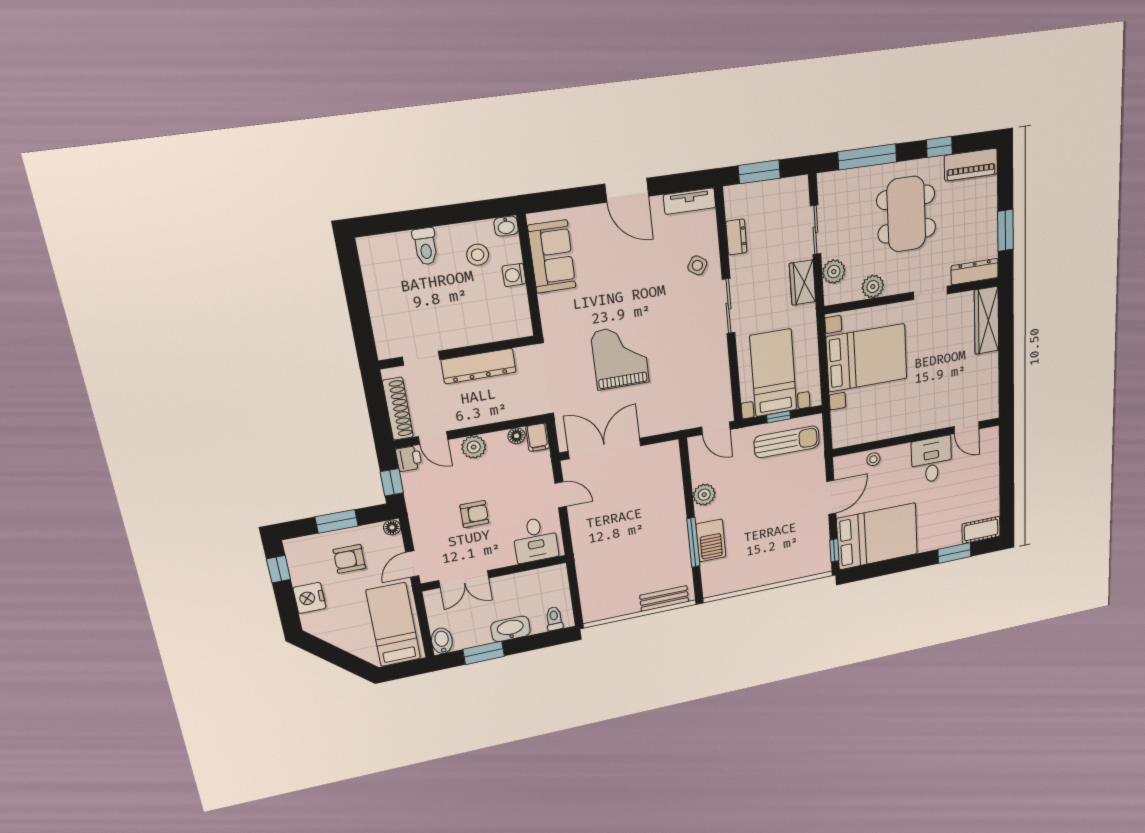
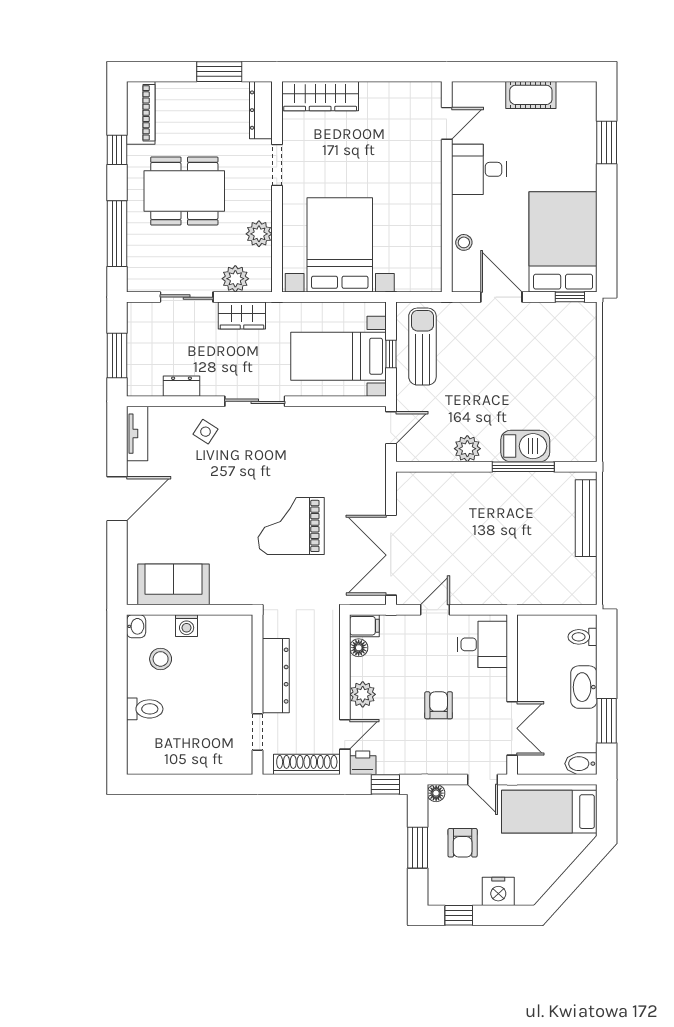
cot: (981, 530) -> (531, 95), moved, turned 90
bench: (664, 599) -> (586, 518), width x1.36

